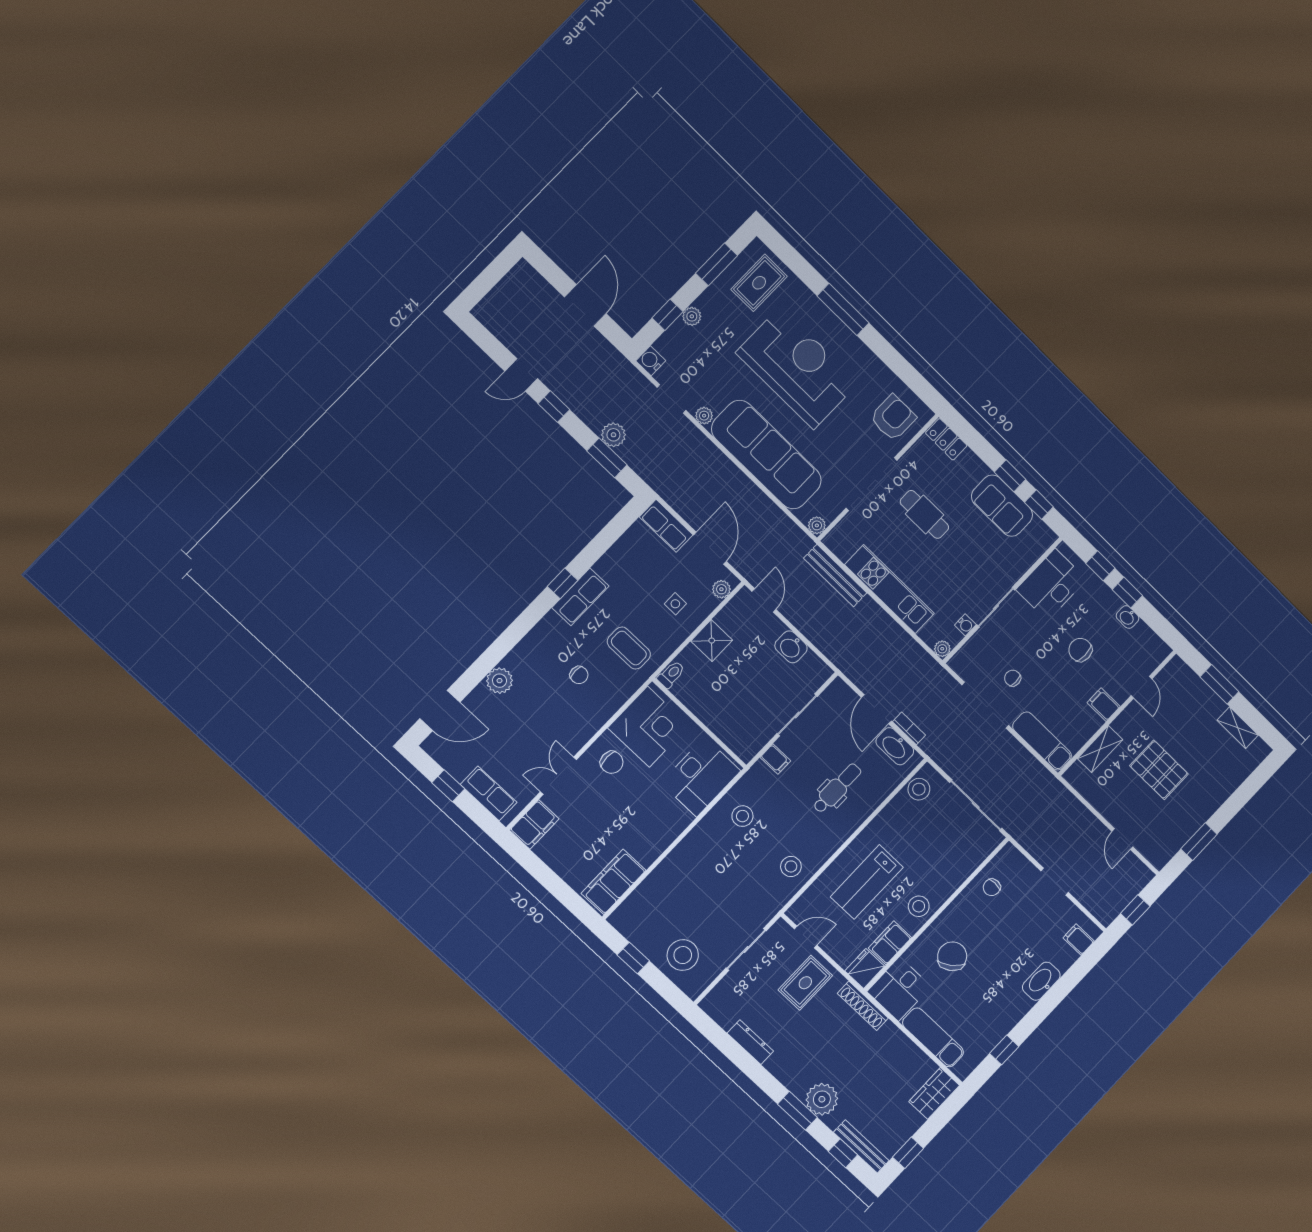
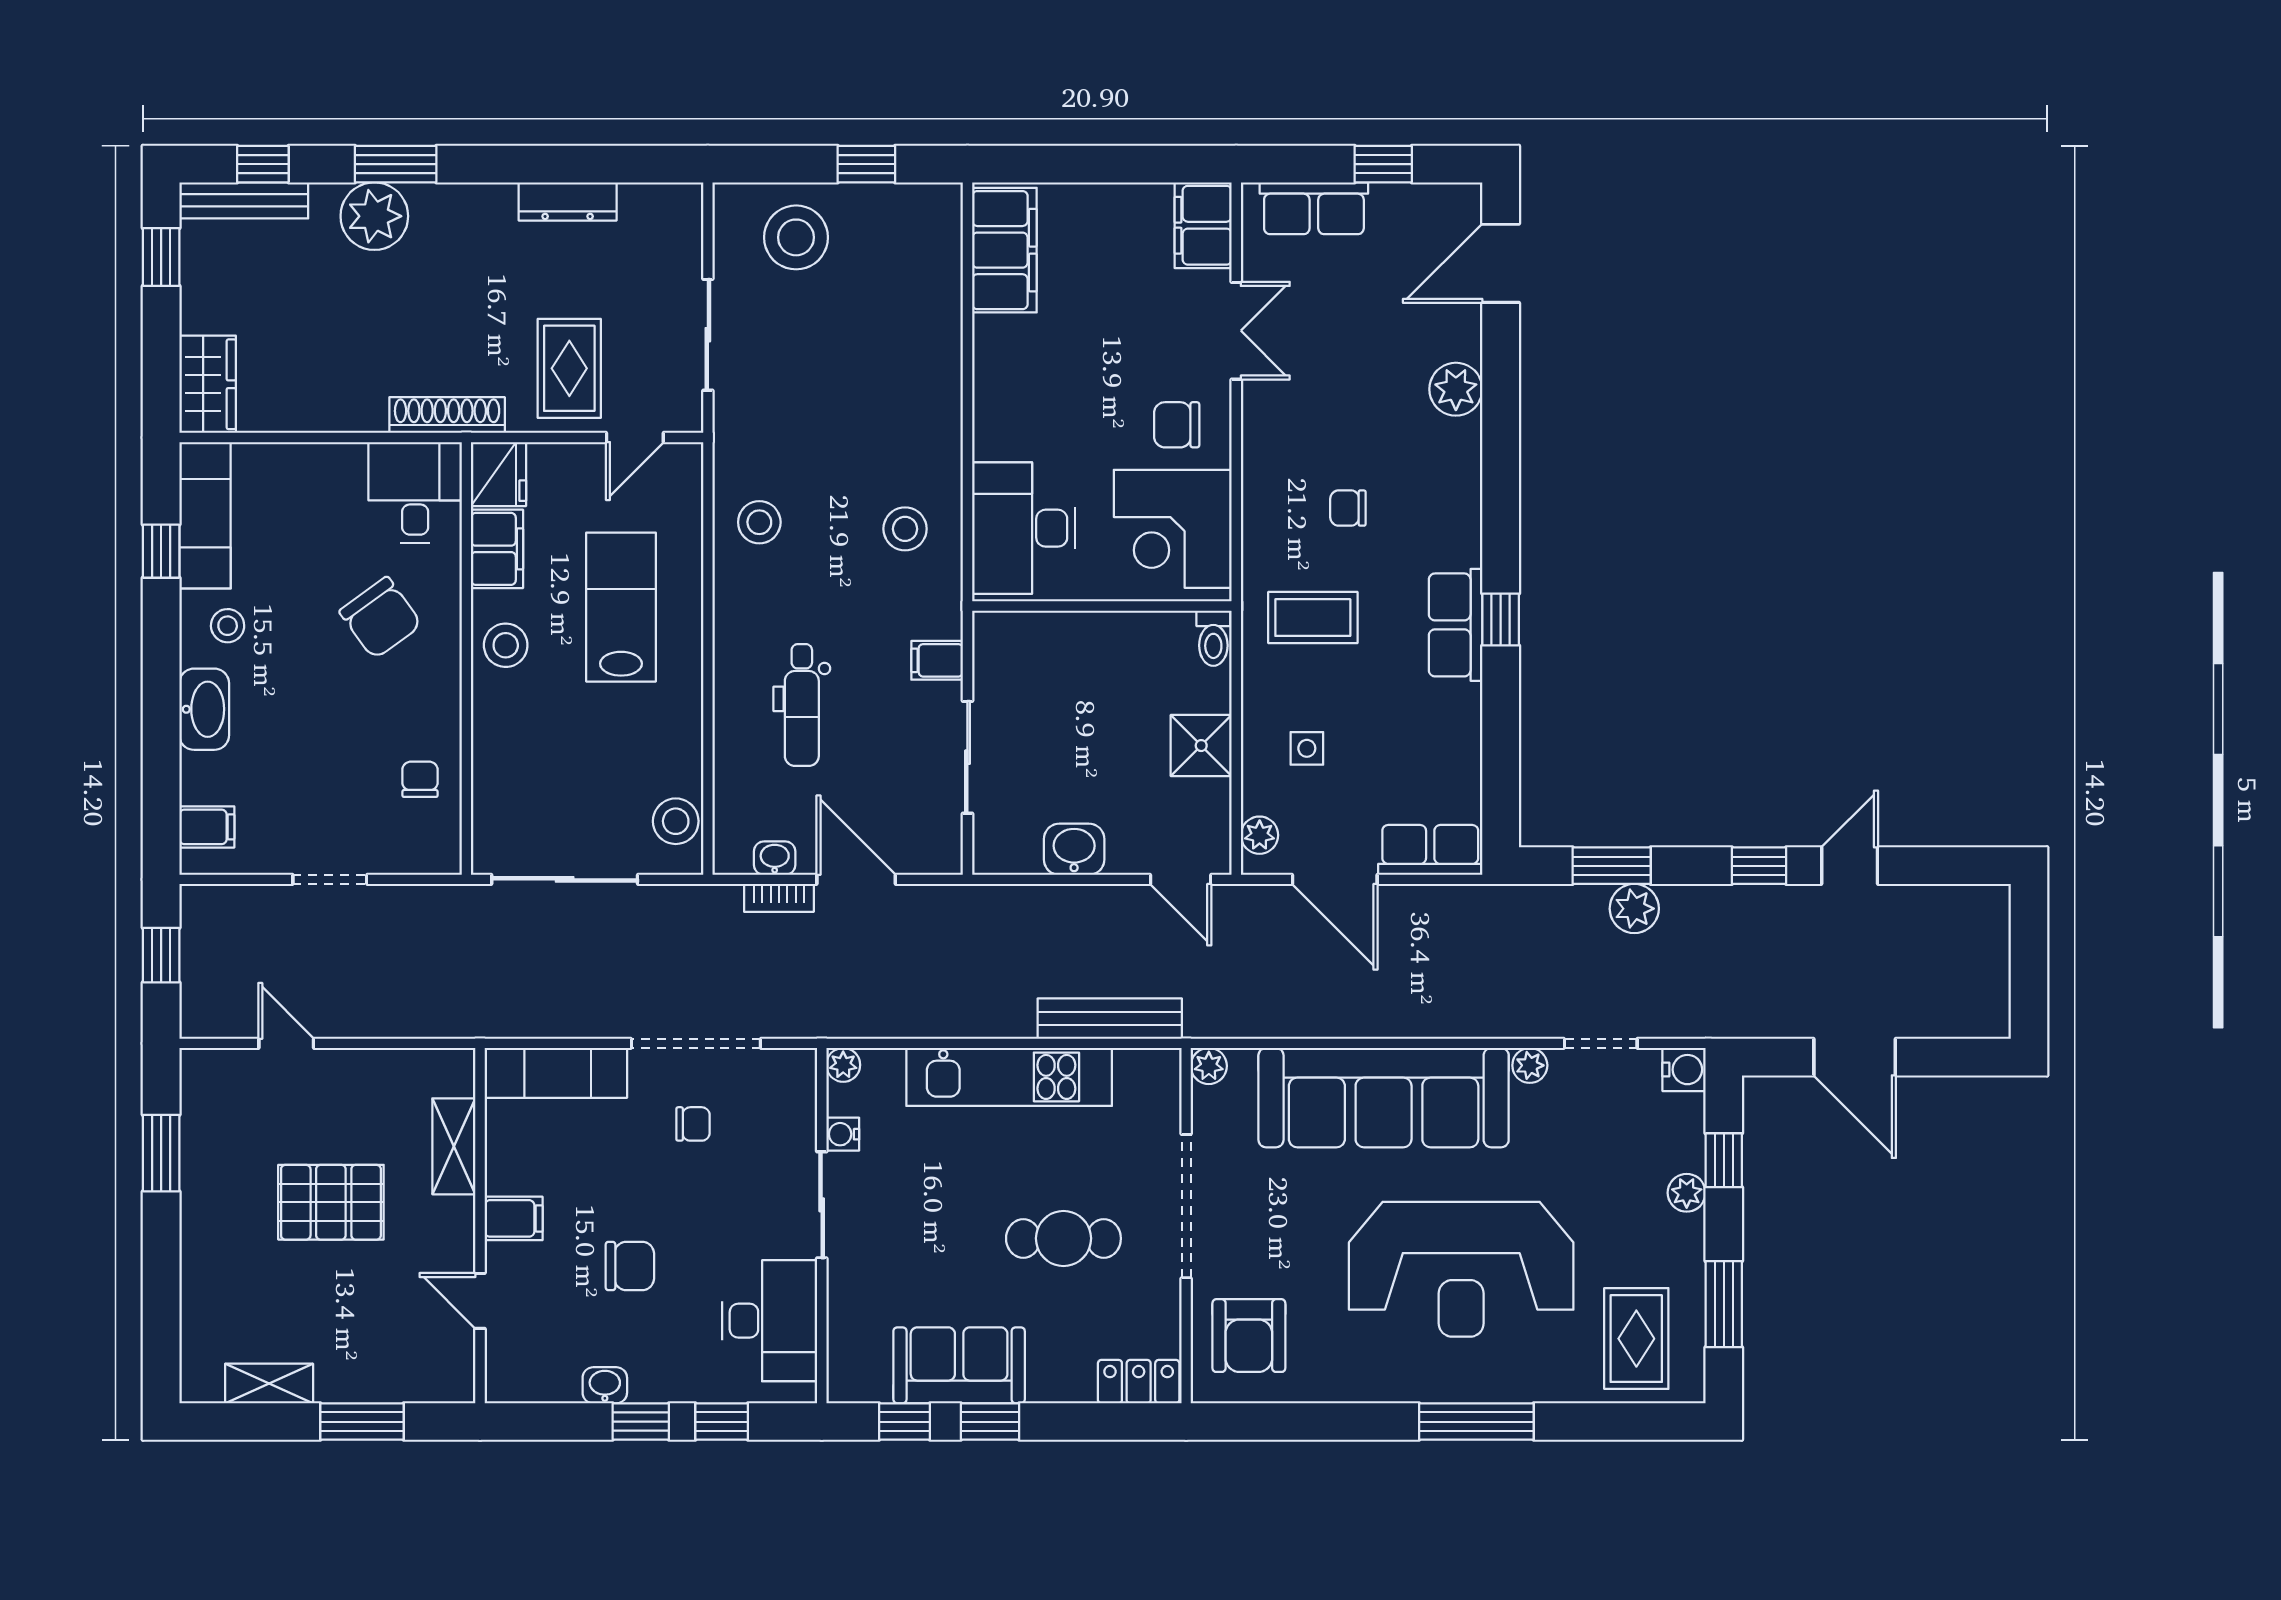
washbasin: (895, 746) -> (775, 858), width x0.52, depth x0.69
stool: (1006, 1003) -> (228, 626), added
exam couch: (933, 1037) -> (205, 515), moved, turned -90

